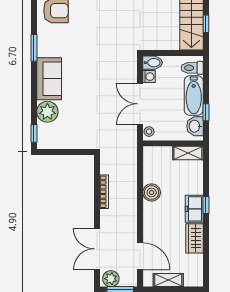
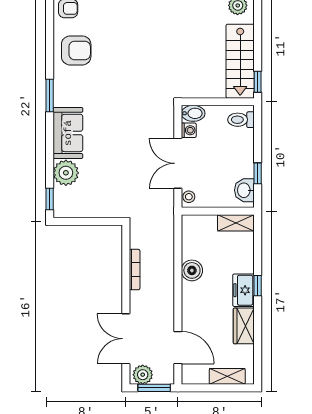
window: (206, 24) -> (258, 82), moved
bathtub: (194, 96) -> (243, 153), removed
shelving: (168, 280) -> (227, 376), moved

